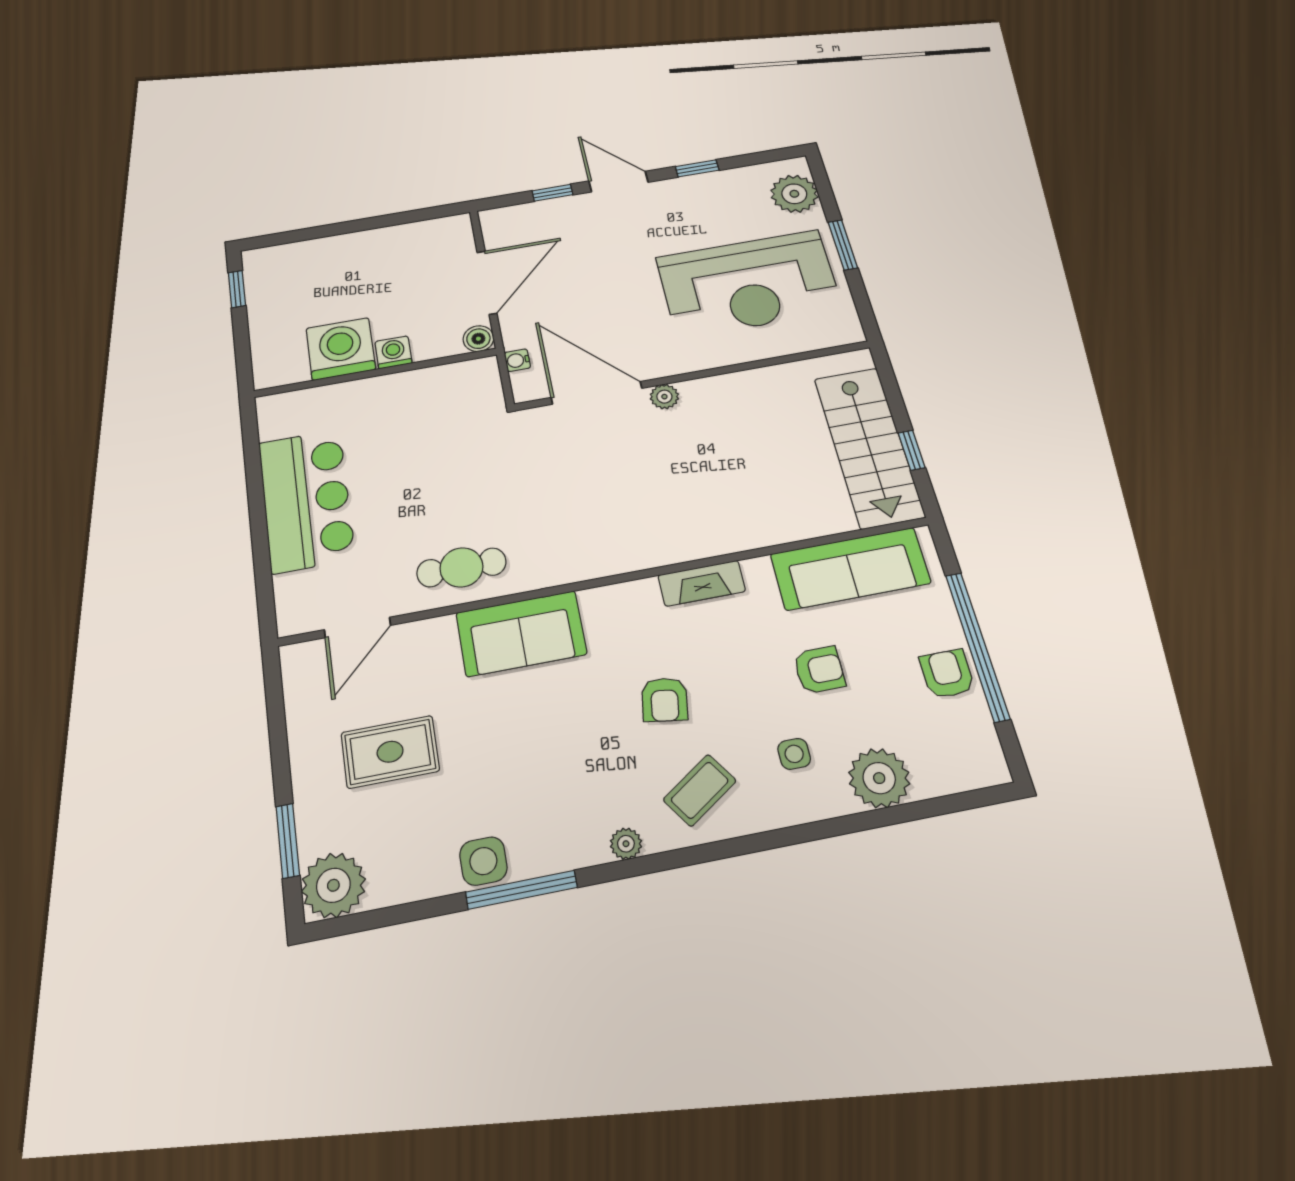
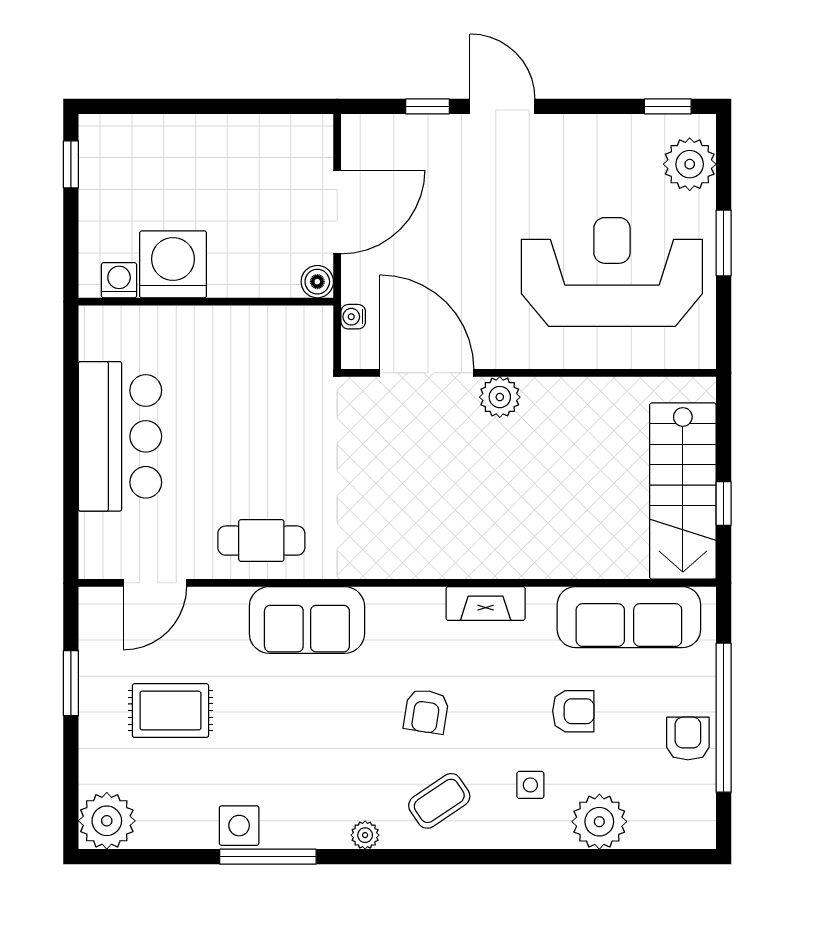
window: (697, 168) -> (668, 106), moved
reception desk: (749, 284) -> (612, 272), turned 180
washing machine: (393, 352) -> (119, 280), moved
plant: (664, 397) -> (500, 397), width x1.38, depth x1.38
window: (288, 841) -> (71, 683), moved

